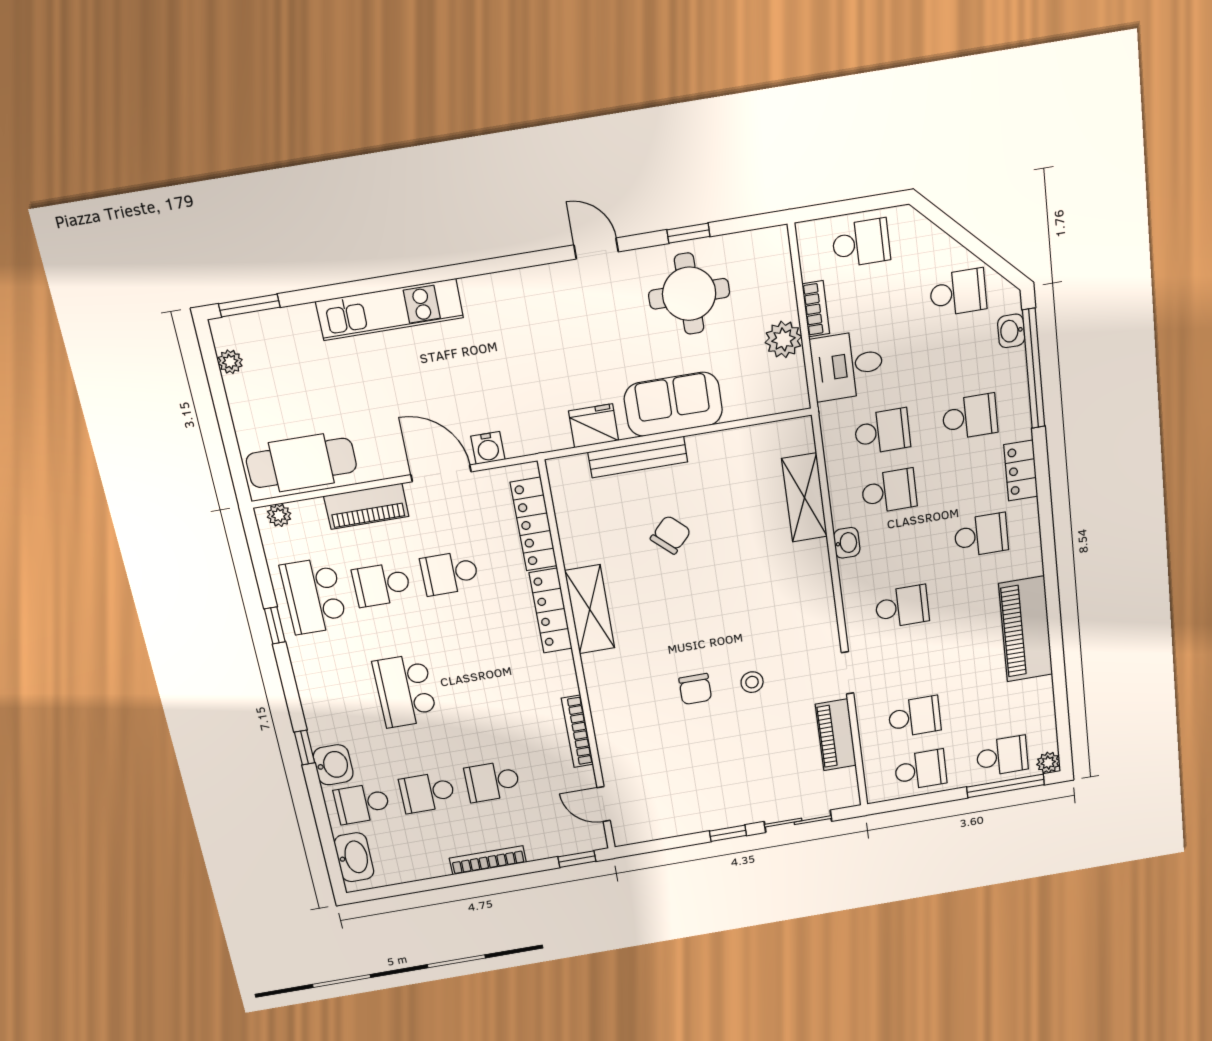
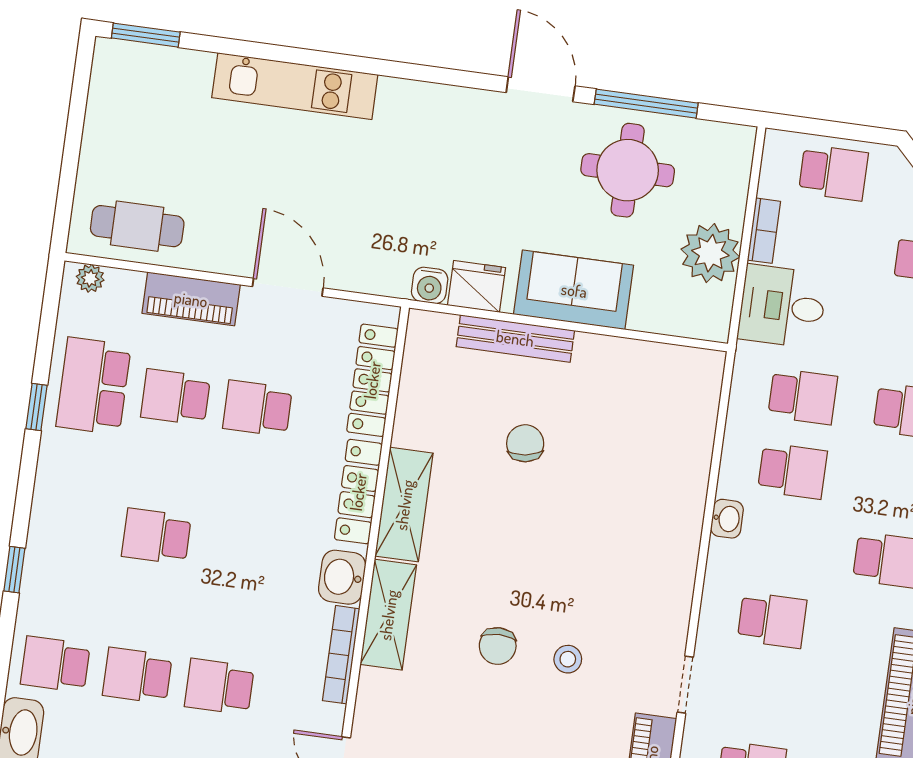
window: (688, 233) -> (646, 104), width x2.17
door: (596, 248) -> (541, 89), width x1.38
plant: (783, 339) -> (710, 253), width x1.36, depth x1.36
plant: (230, 362) -> (102, 89), removed
water cooler: (488, 448) -> (430, 285), moved
cafe table: (301, 463) -> (137, 226), width x0.73, depth x0.74
shelving: (805, 498) -> (388, 615), moved
chair: (671, 535) -> (525, 443), turned -52
school desk: (405, 691) -> (156, 536), width x0.54
washbasin: (333, 765) -> (342, 577), moved, turned 180

